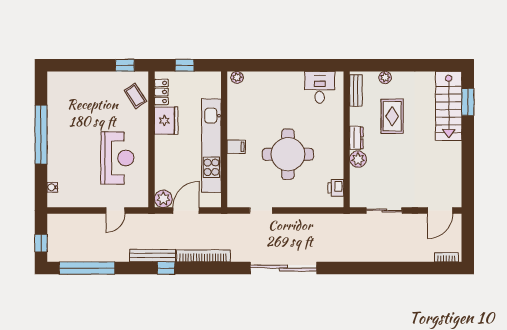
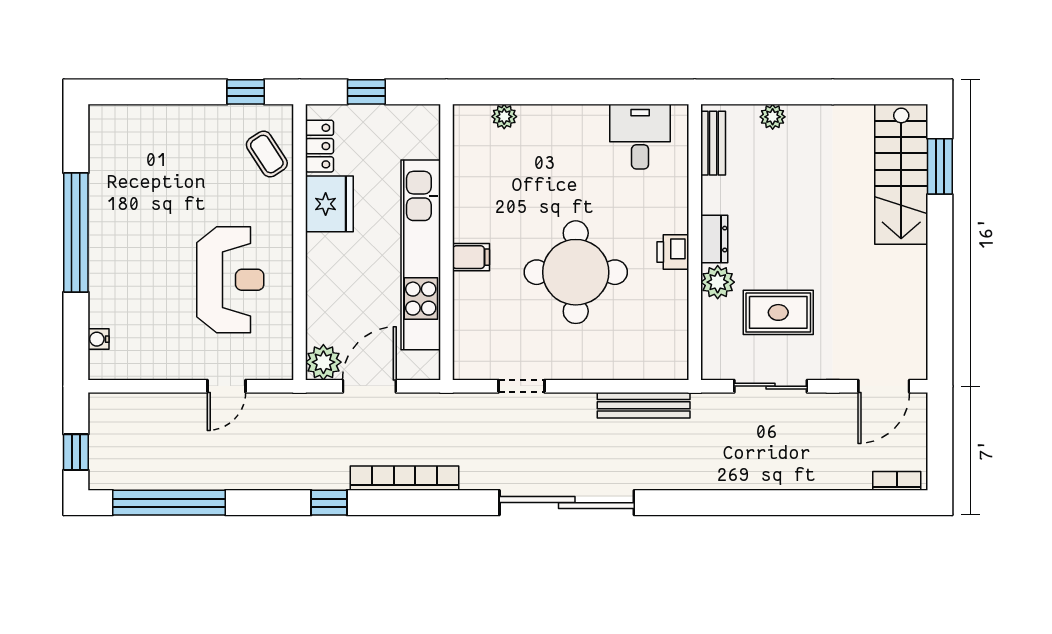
plant: (237, 77) -> (504, 117), moved
rug: (392, 116) -> (778, 312), moved, turned 90
printer: (336, 188) -> (673, 252), moved
bench: (153, 256) -> (644, 405), moved

